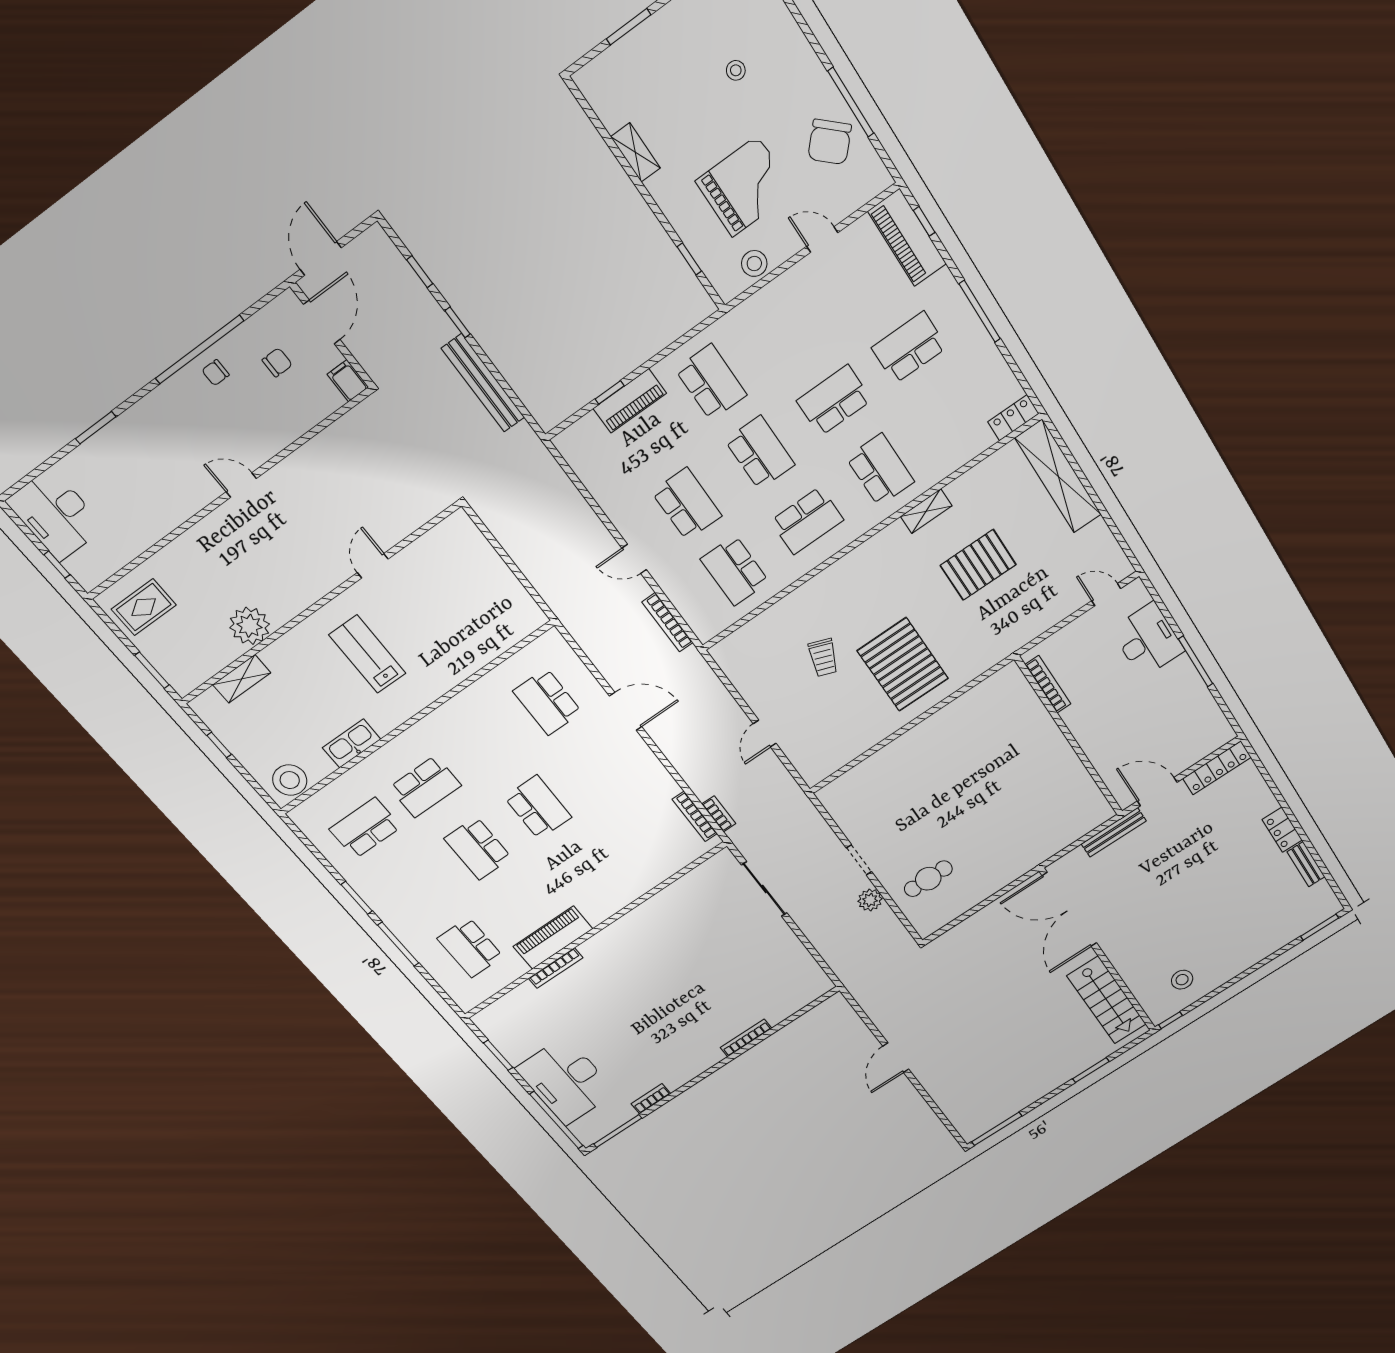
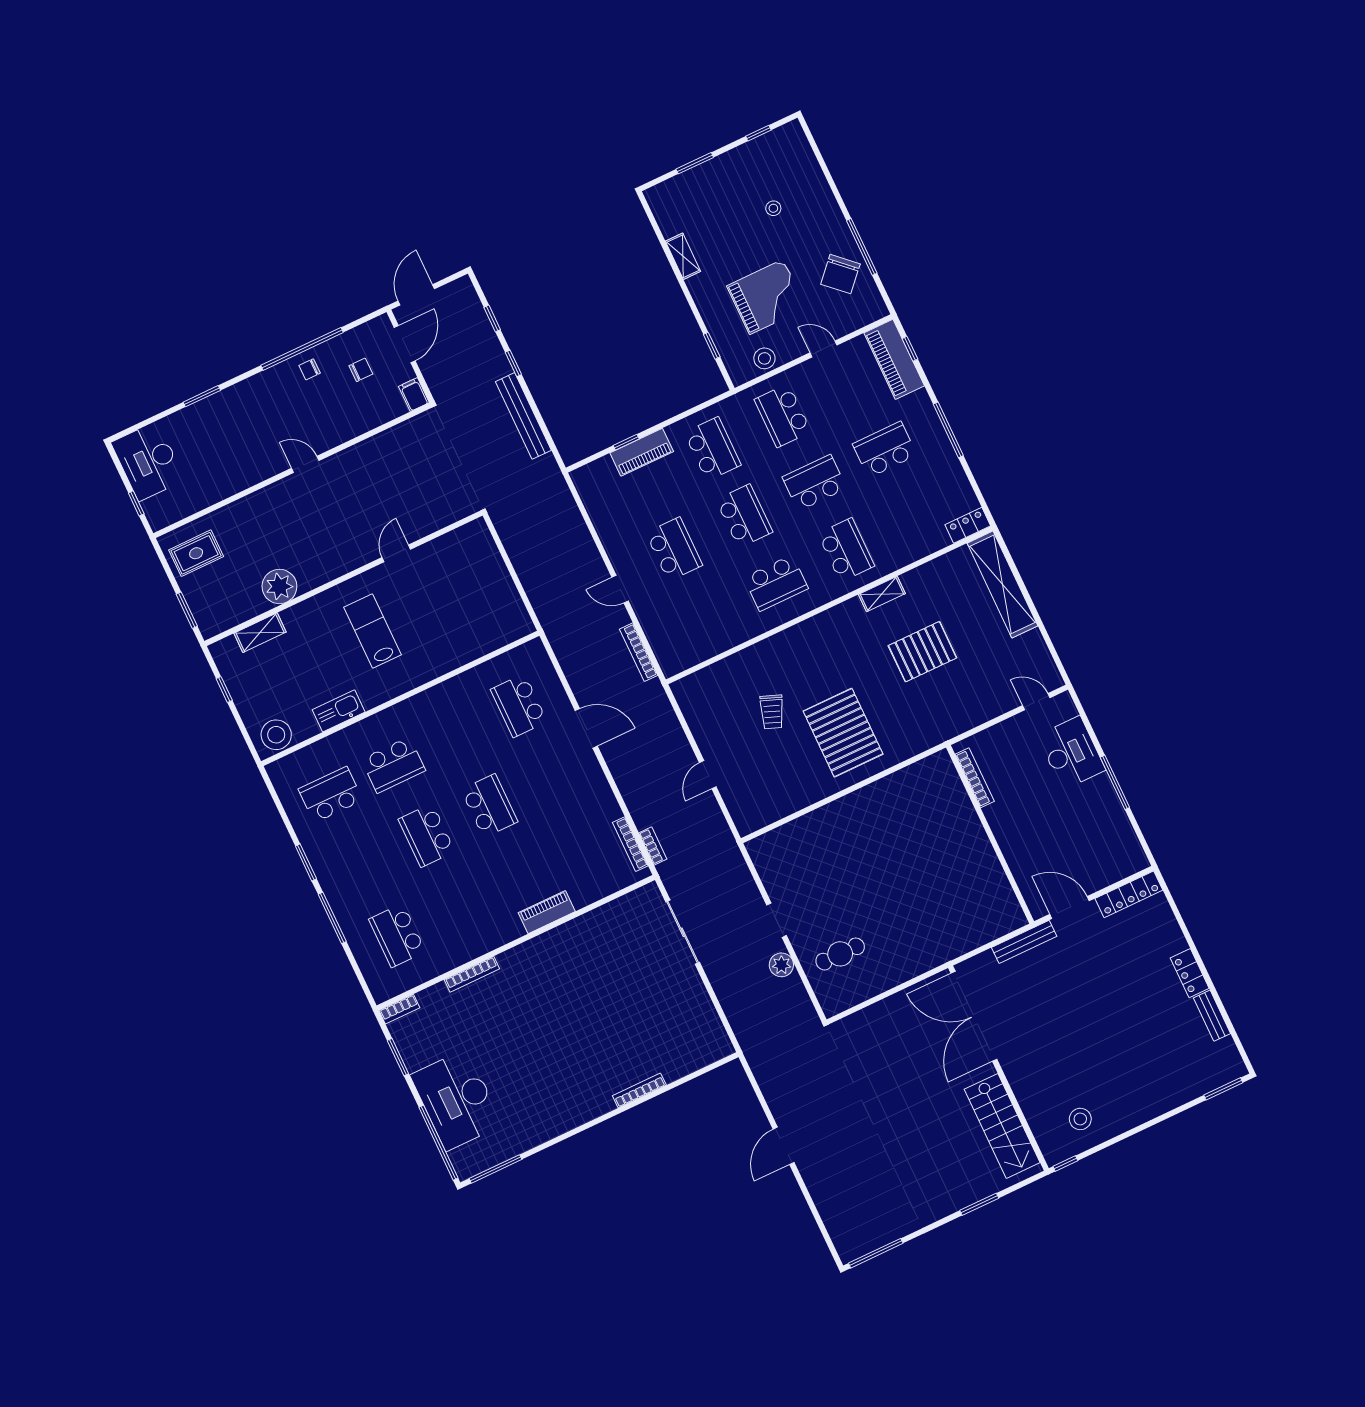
school desk: (735, 571) -> (783, 416), moved
piano: (553, 938) -> (547, 912), moved, width x0.73, depth x0.75
bookcase: (651, 1099) -> (399, 1009), moved, turned 180

